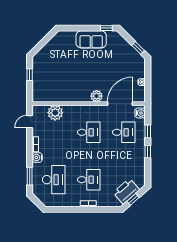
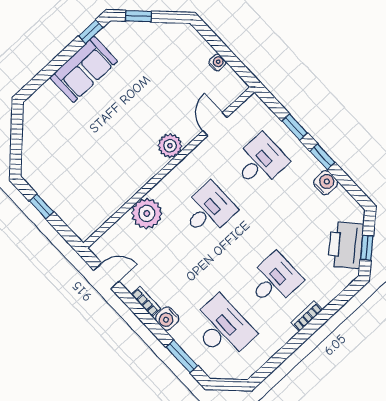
window: (138, 48) -> (138, 16), moved
door: (120, 104) -> (215, 124), width x0.53
plant: (55, 113) -> (147, 213), moved
water cooler: (140, 113) -> (326, 183), moved
door: (30, 122) -> (106, 276), swing flipped

